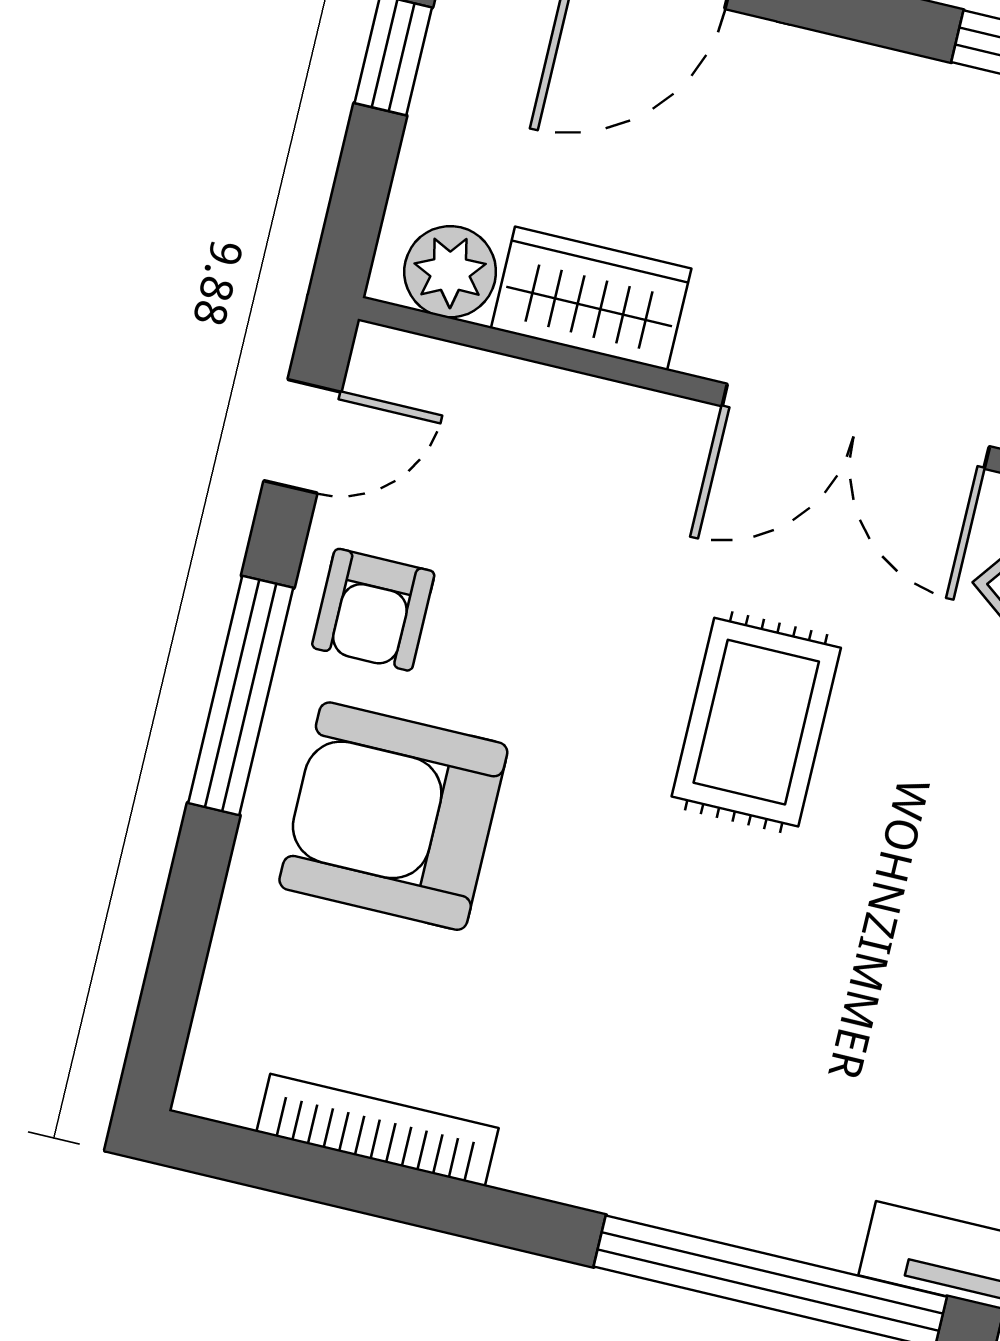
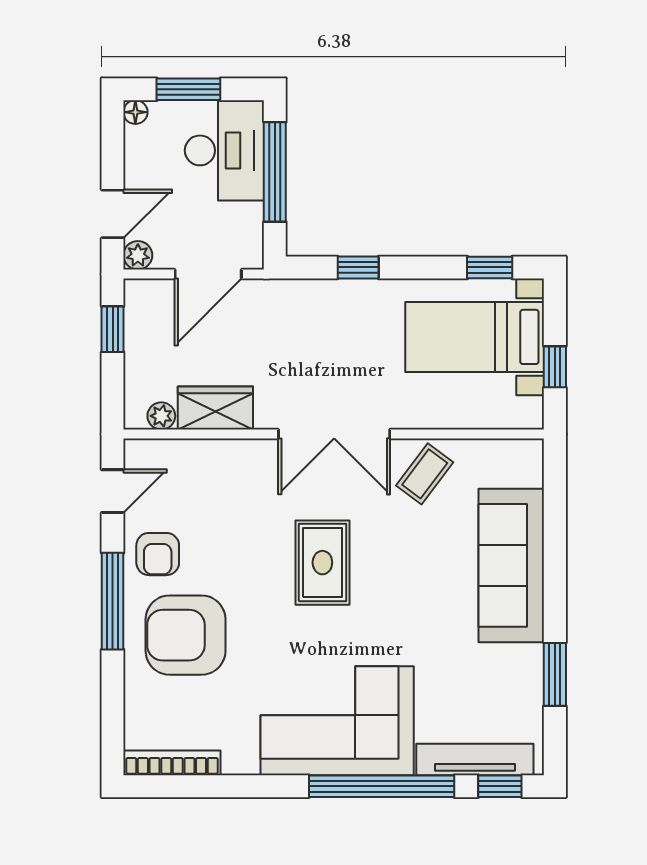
plant: (450, 272) -> (161, 416), width x0.73, depth x0.73
corner sofa: (702, 1102) -> (337, 721), added
bookcase: (377, 1130) -> (172, 763), moved

